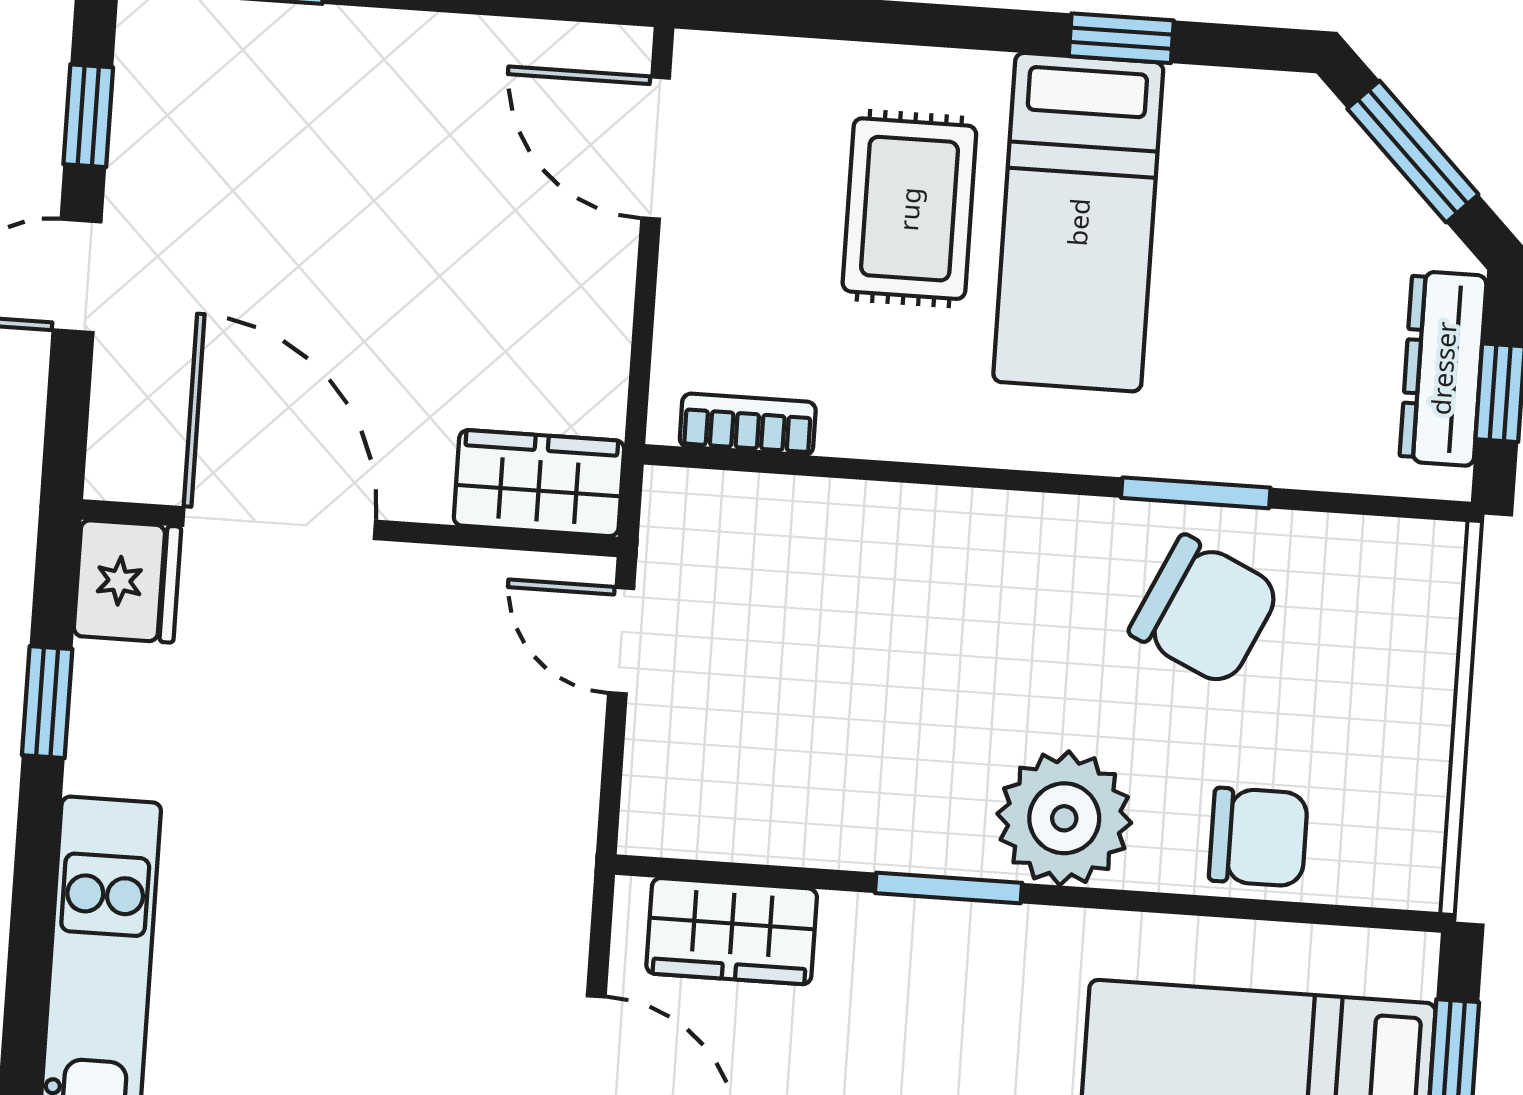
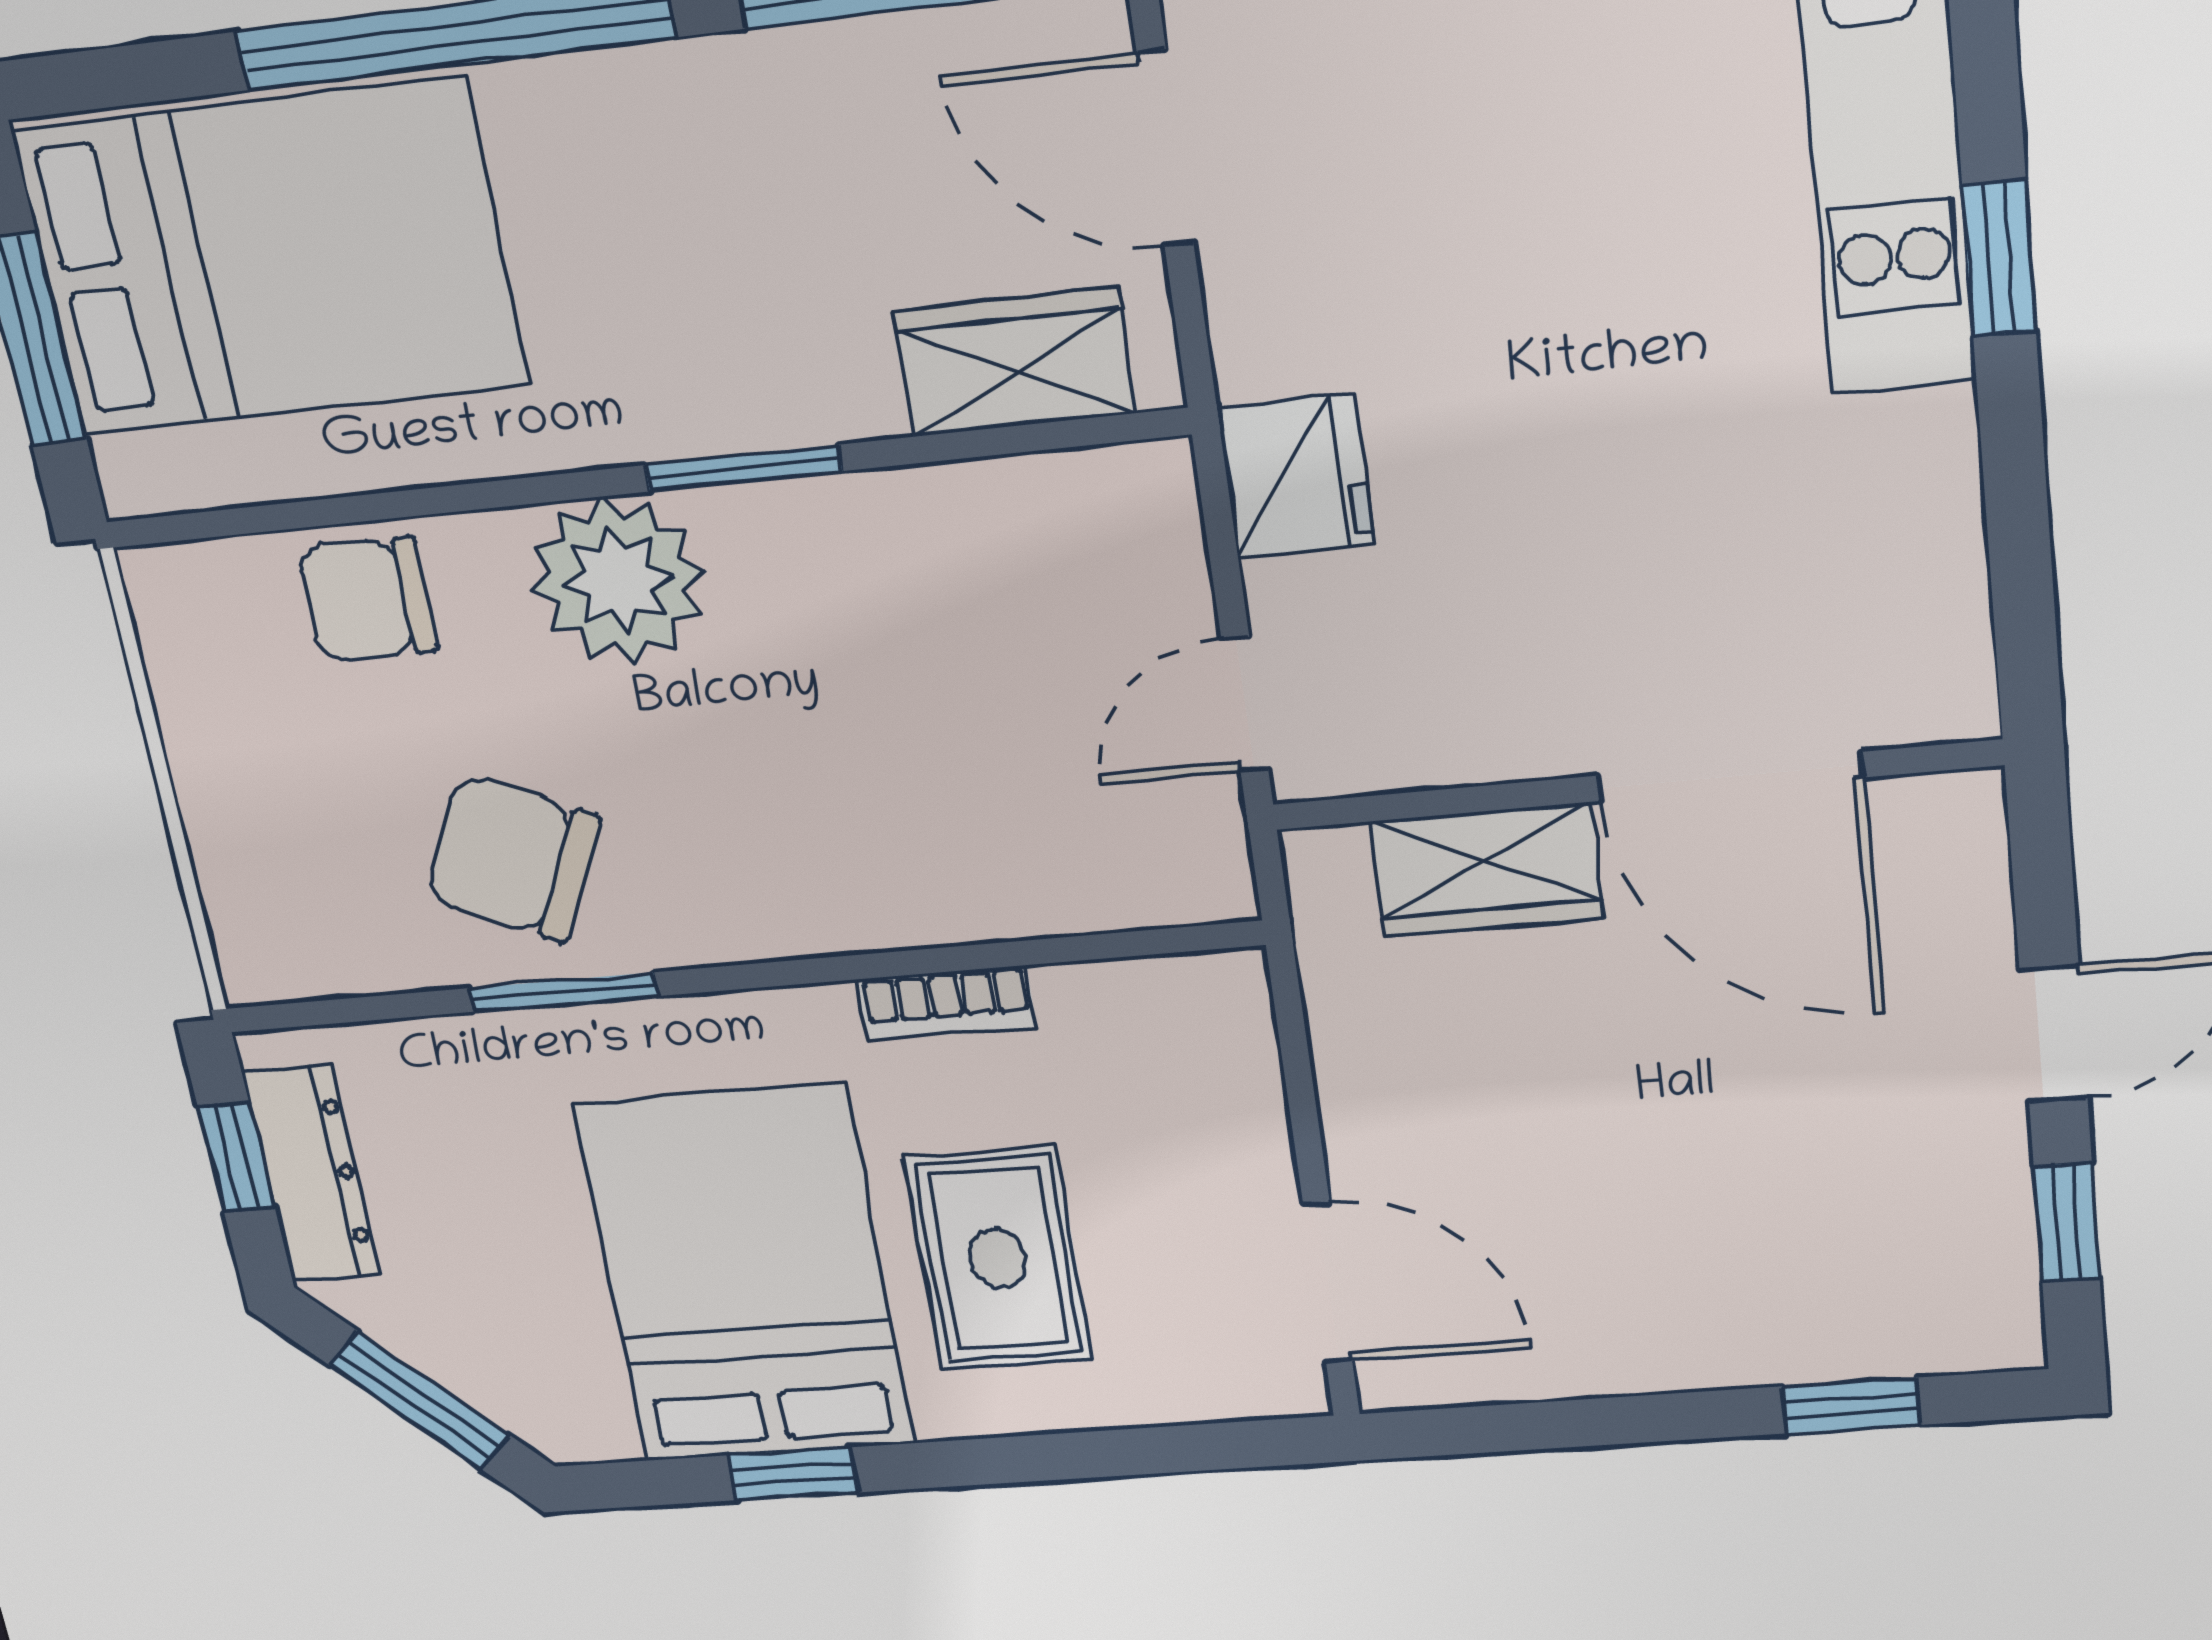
bed: (1078, 222) -> (745, 1275), width x1.50
bookcase: (748, 424) -> (947, 1003), moved
wardrobe: (539, 483) -> (1487, 870), moved
fridge: (127, 581) -> (1296, 476), moved, turned 180
door: (621, 641) -> (1245, 704), swing flipped
window: (47, 702) -> (1999, 258), moved

